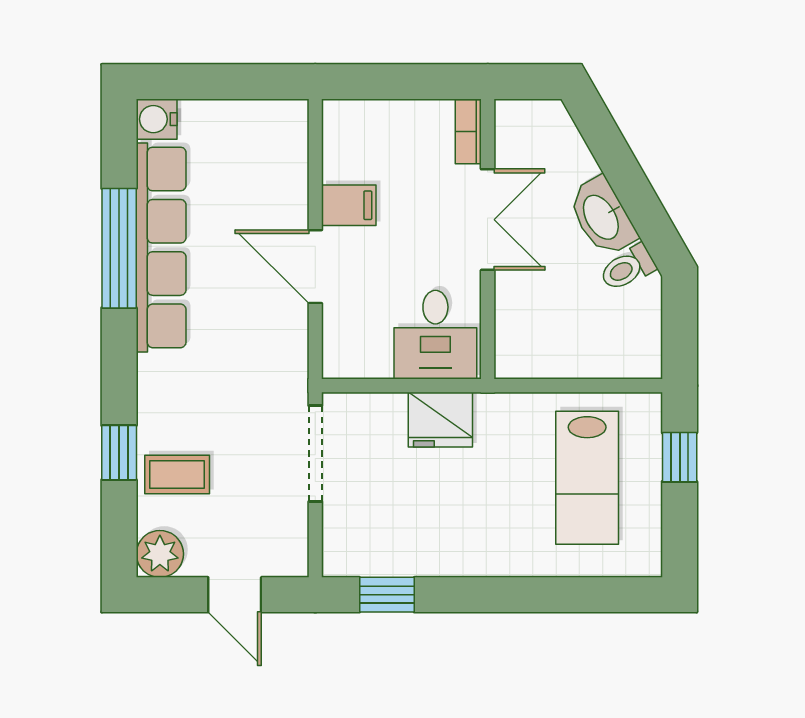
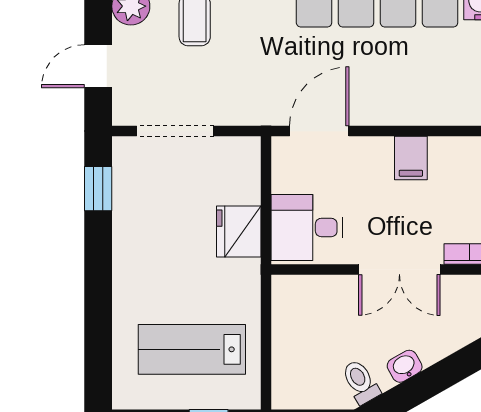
washbasin: (602, 217) -> (405, 366), width x0.52, depth x0.69
door: (315, 267) -> (319, 131), moved
doorway: (315, 454) -> (175, 131), moved

